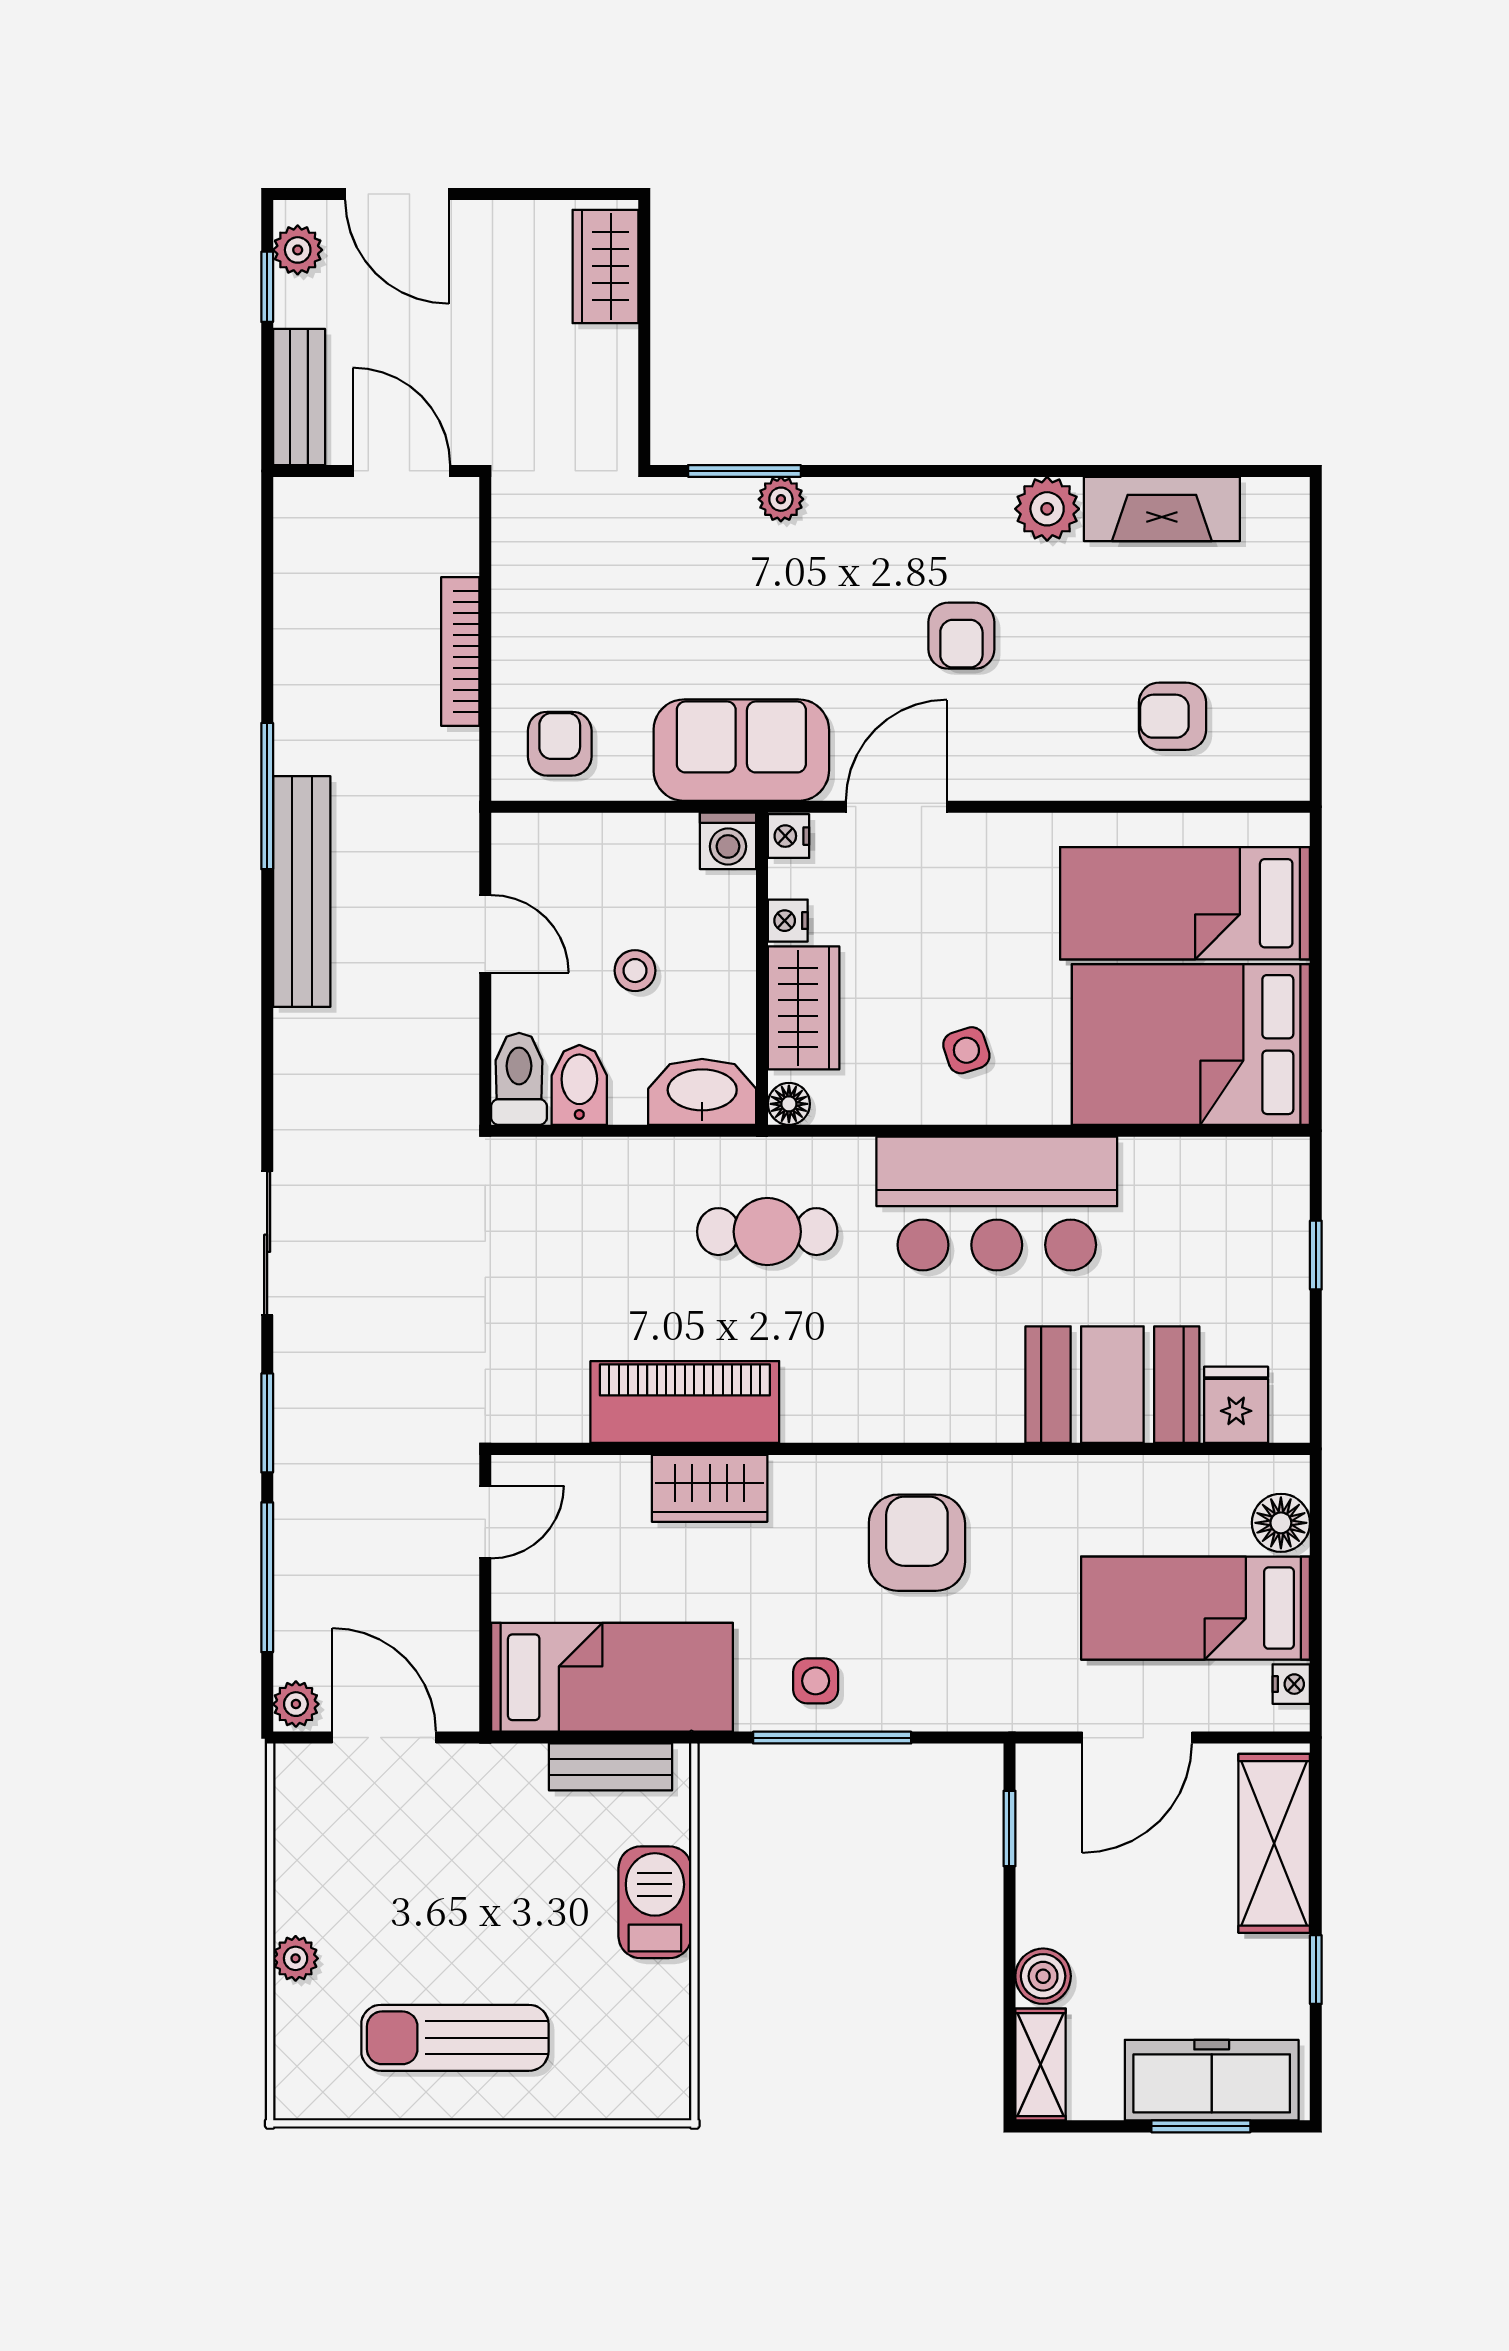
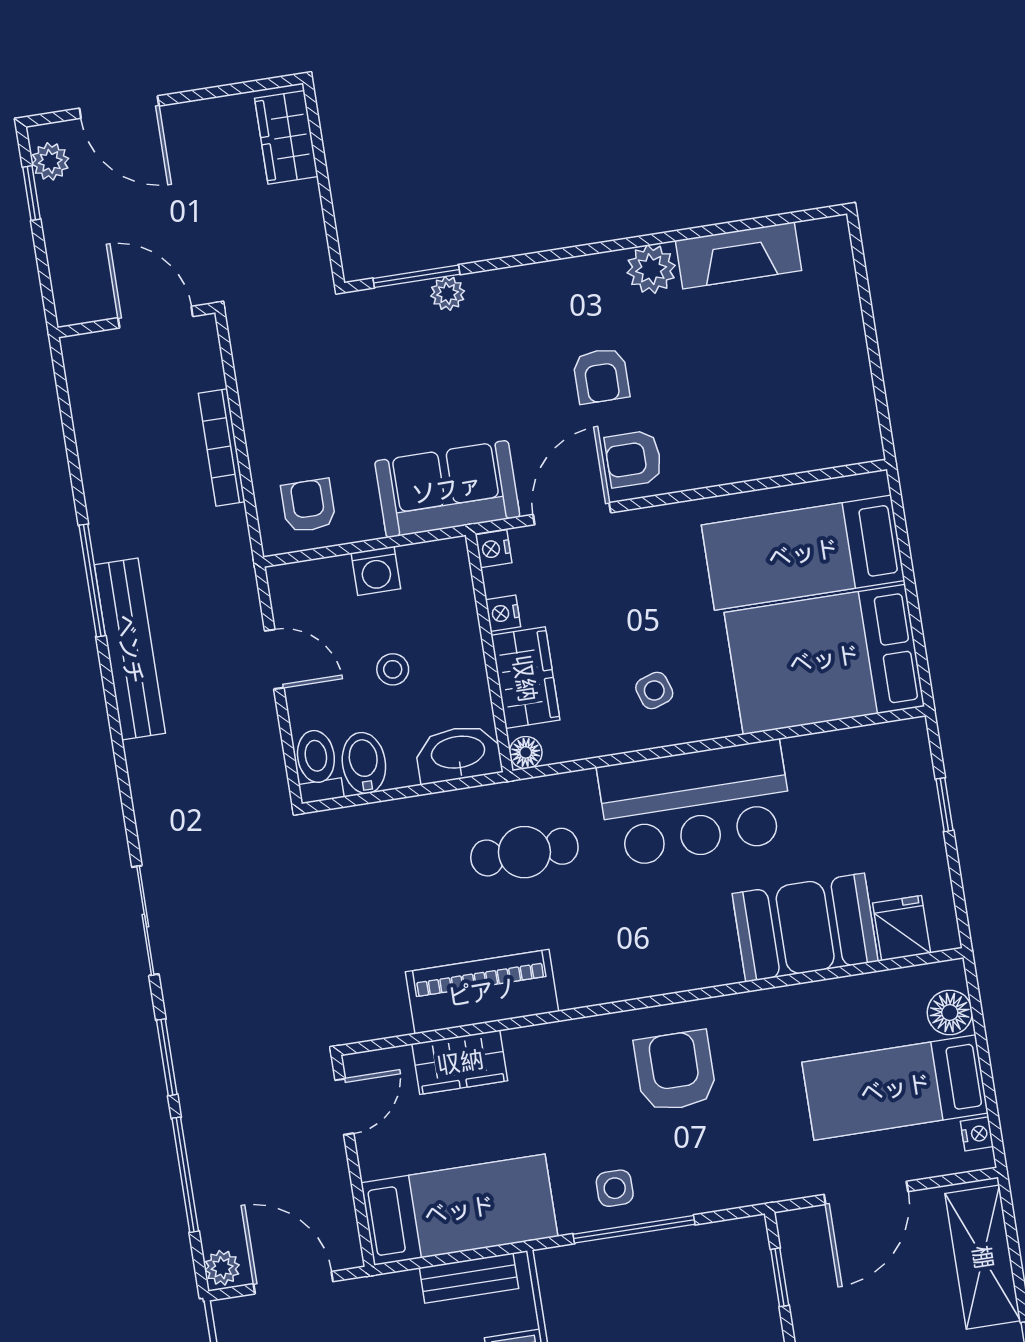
bench: (299, 397) -> (69, 273), removed
armchair: (1173, 716) -> (633, 459), moved
washing machine: (728, 841) -> (376, 571), moved
wardrobe: (710, 1488) -> (460, 1062), moved

